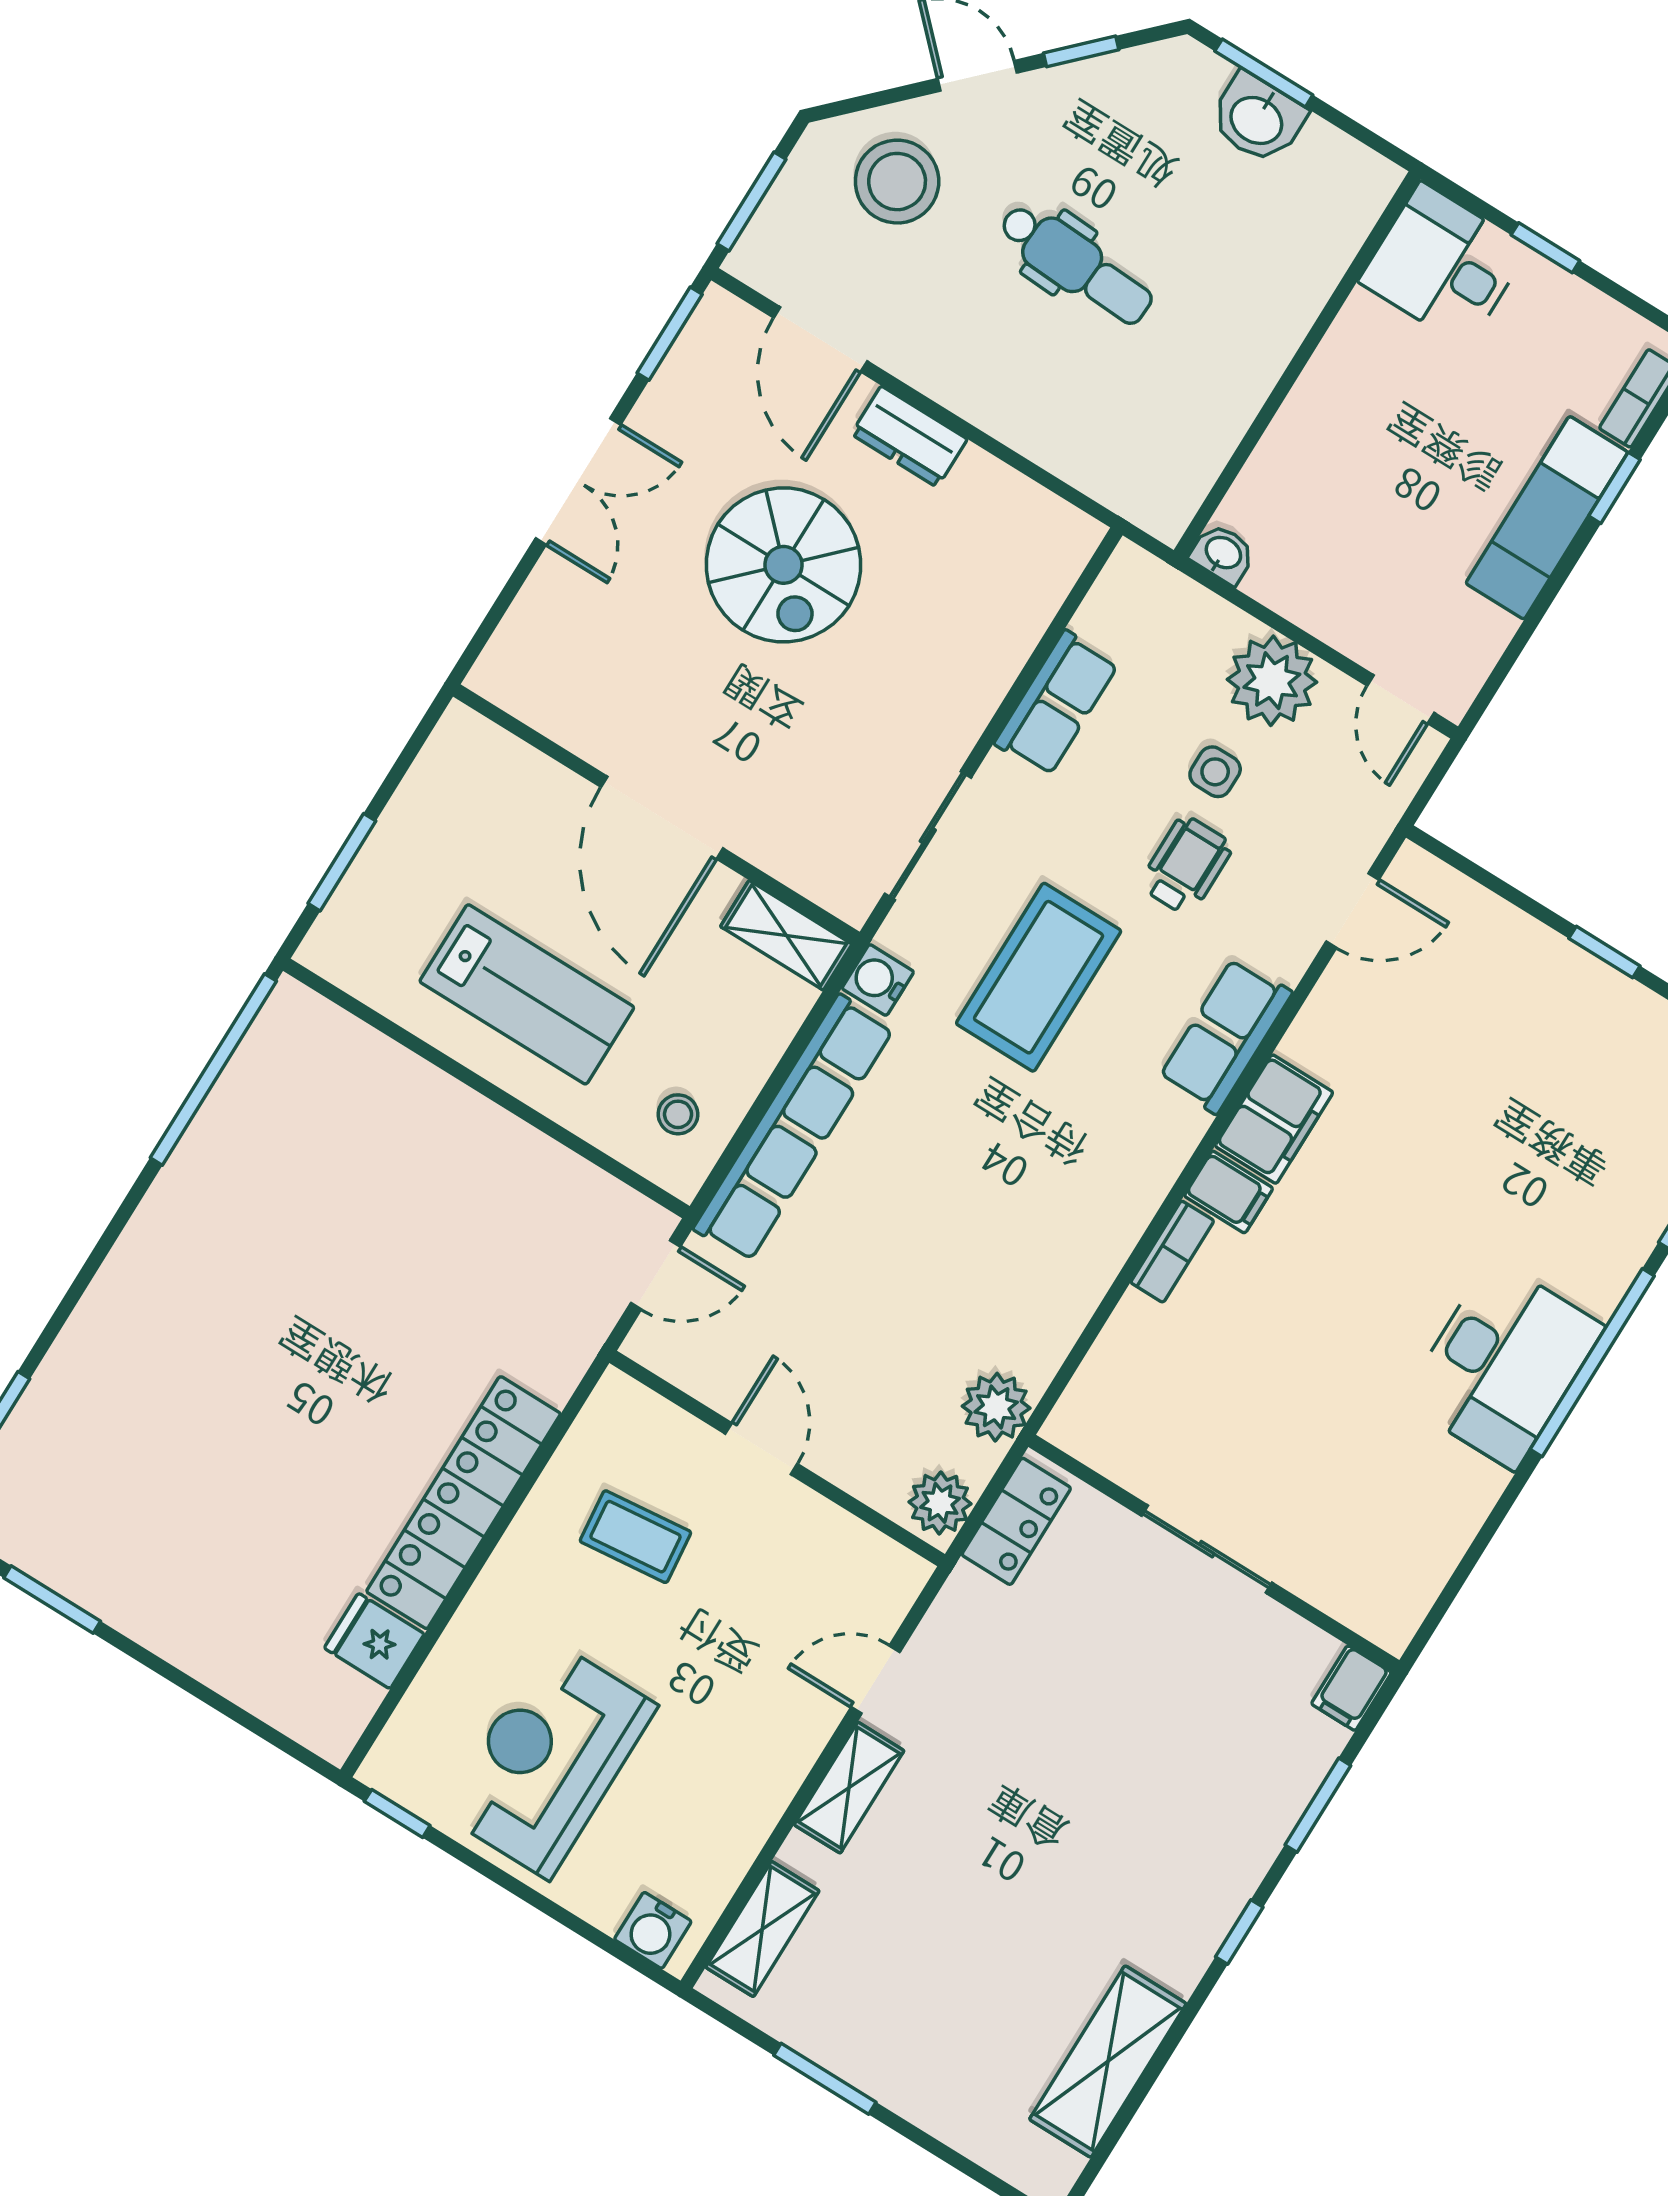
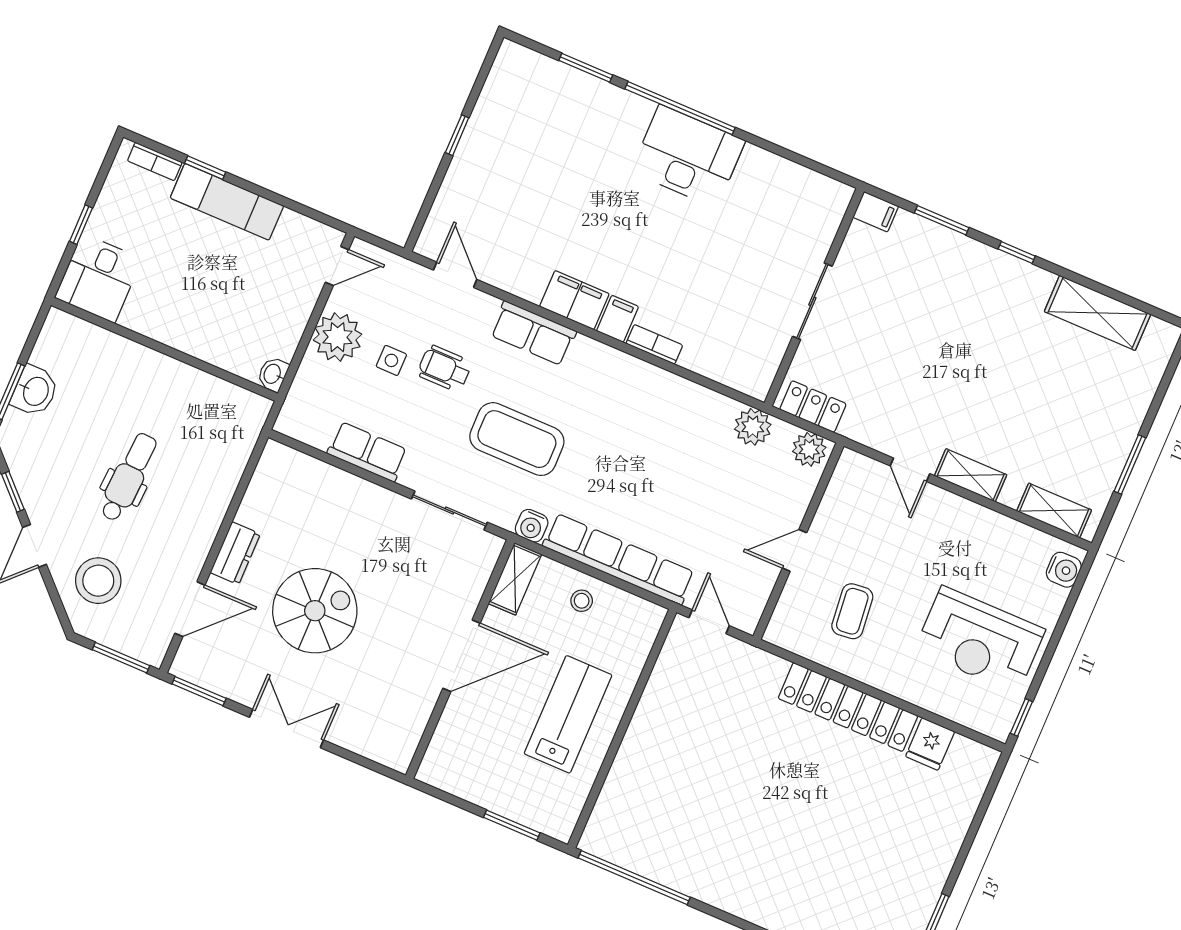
stool: (678, 1114) -> (582, 601), moved

